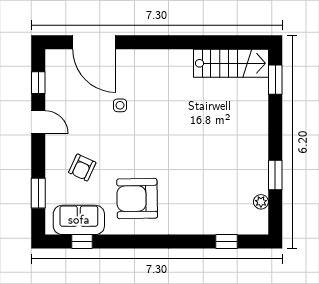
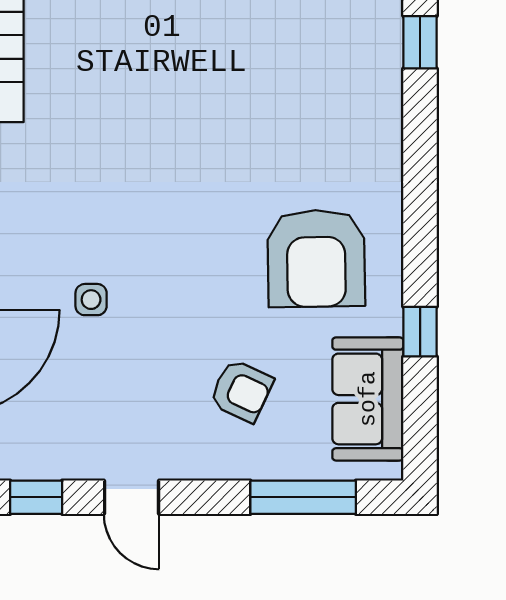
door: (38, 122) -> (132, 497), swing flipped
window: (38, 193) -> (303, 497), width x1.44
window: (82, 242) -> (420, 332), moved

